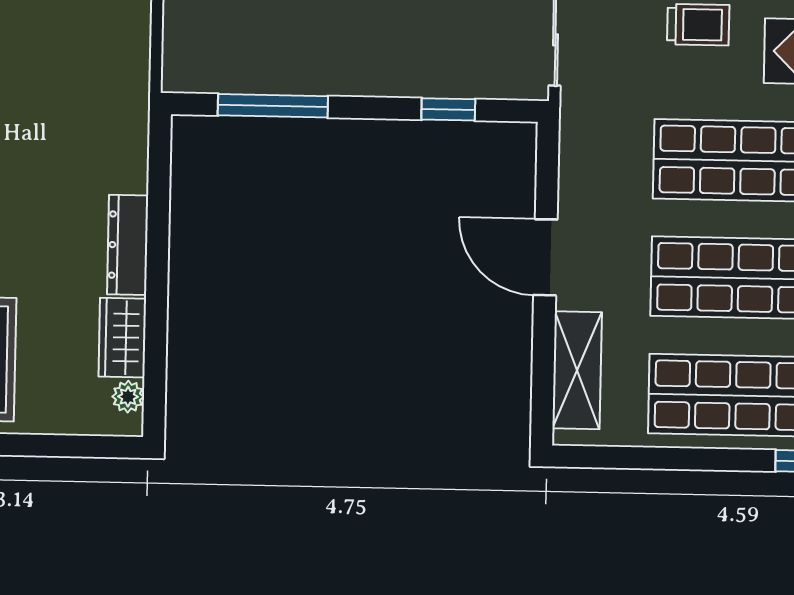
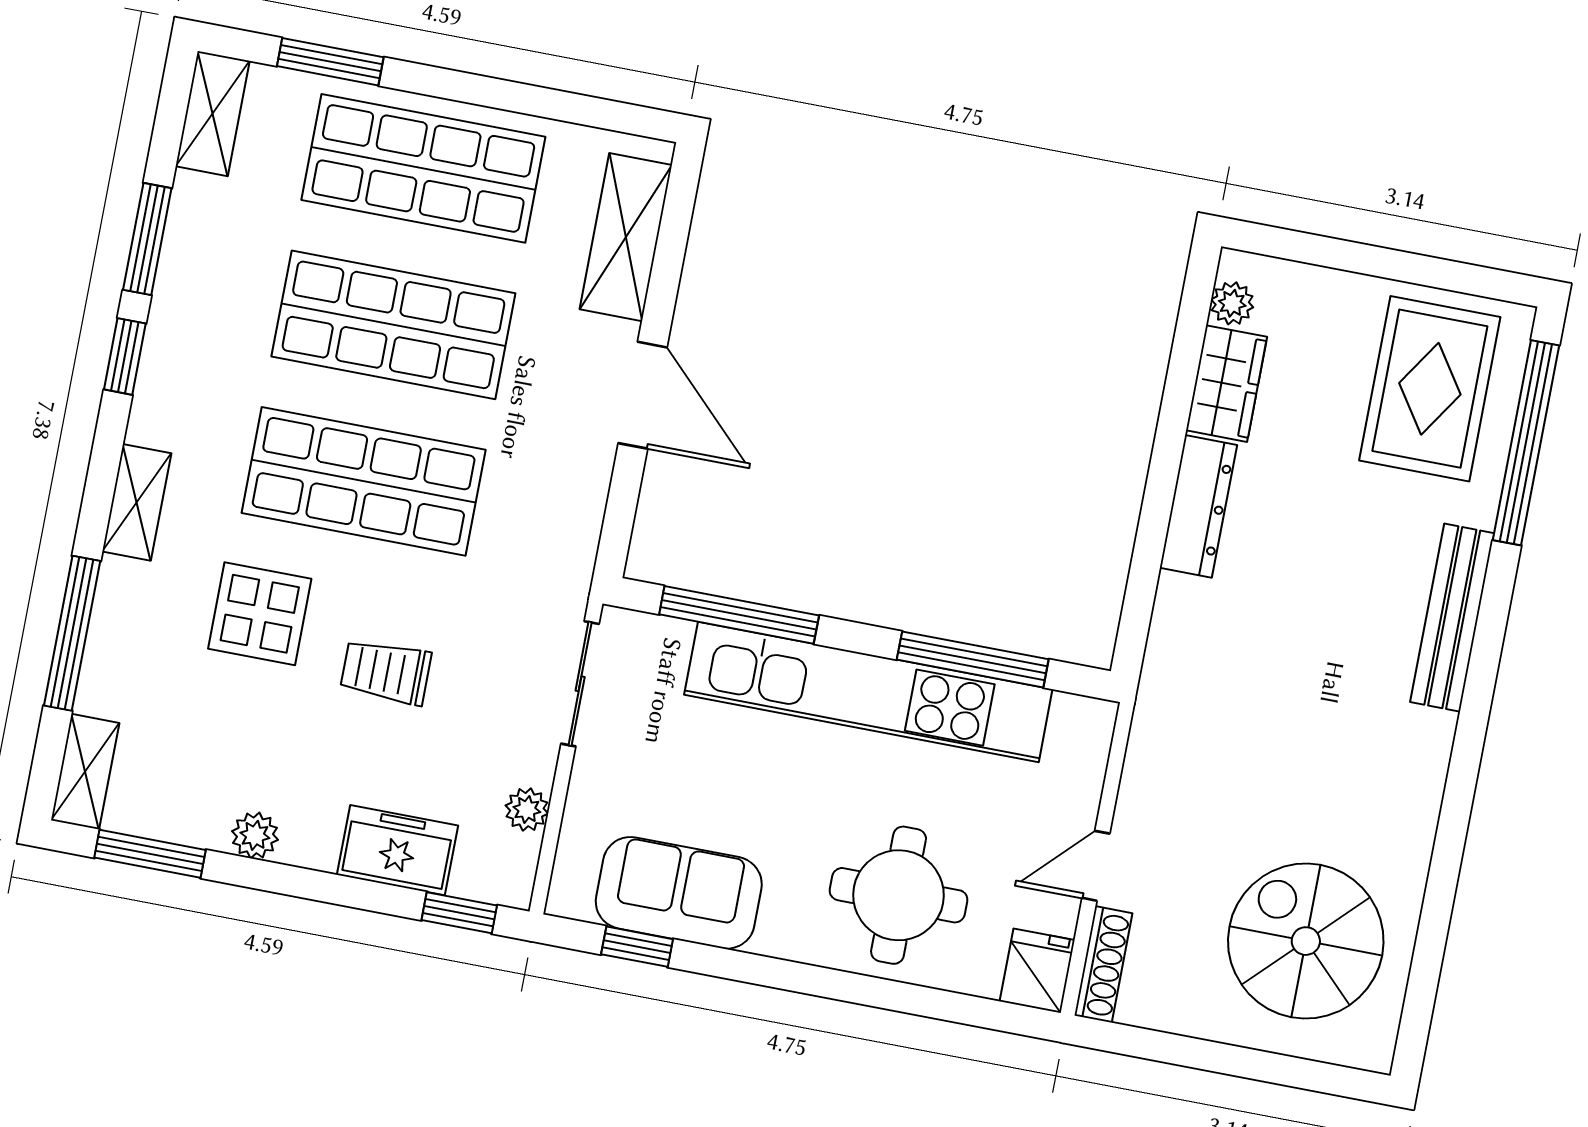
kitchen unit: (345, 69) -> (868, 692), added
window: (448, 109) -> (739, 615), width x2.17

